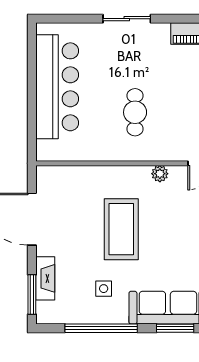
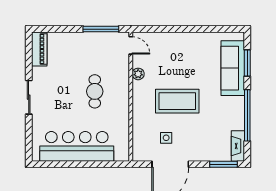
cafe table: (135, 112) -> (95, 91), turned 90
fireplace: (45, 278) -> (238, 146), moved, turned -90
side table: (104, 289) -> (166, 138), moved

